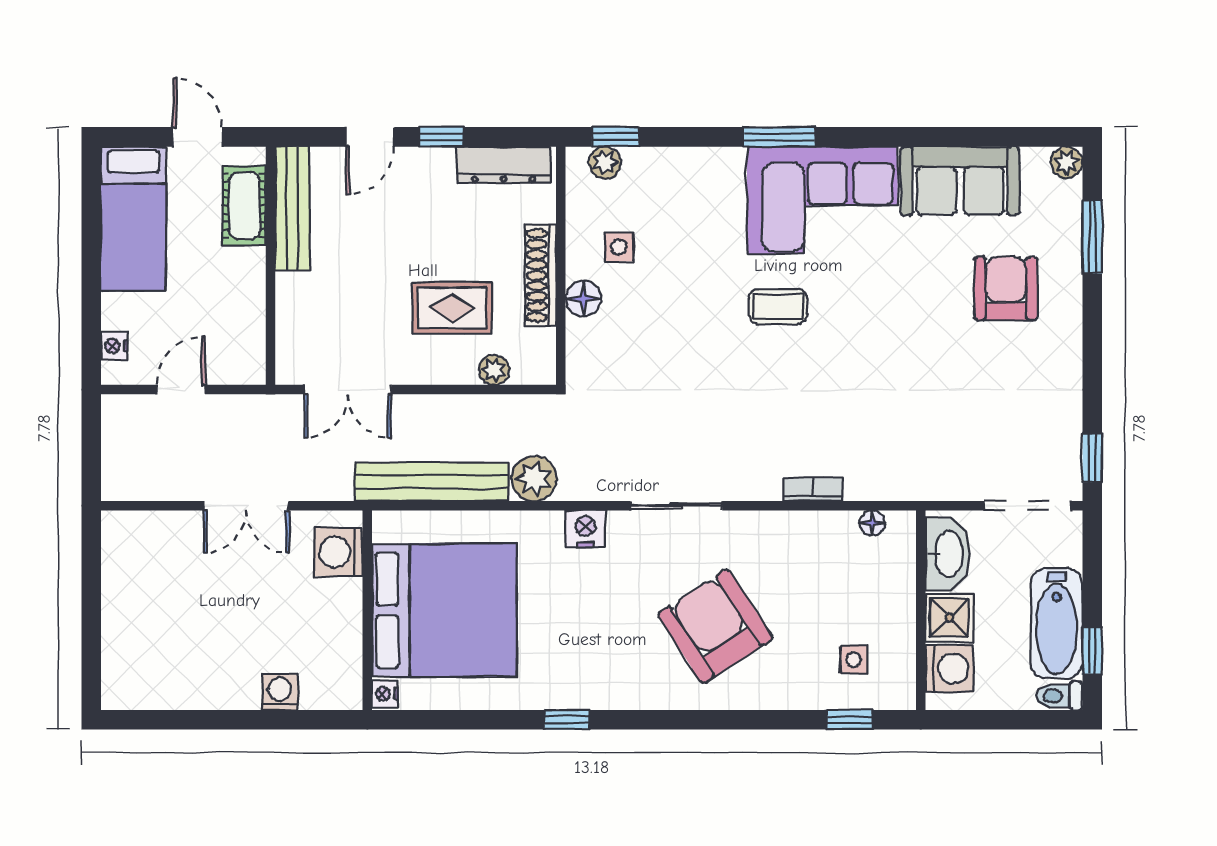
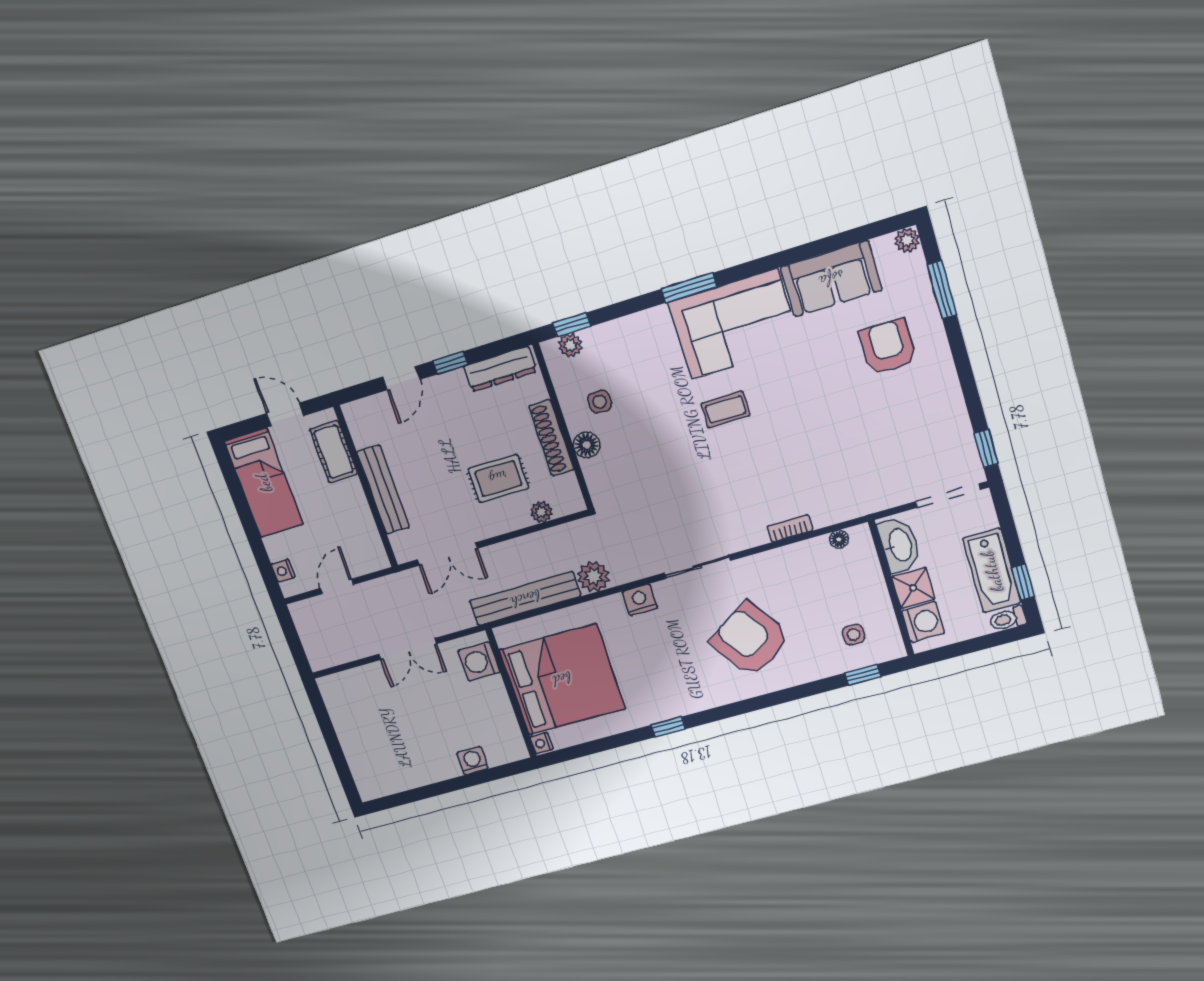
bench: (292, 208) -> (383, 490), moved

